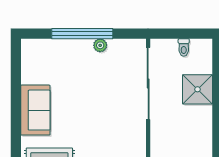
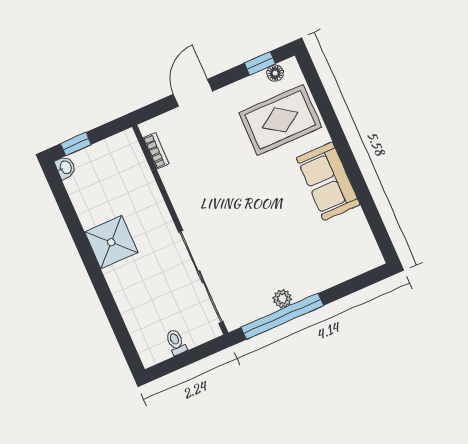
window: (82, 34) -> (282, 316), moved
shower: (198, 89) -> (111, 242), moved

